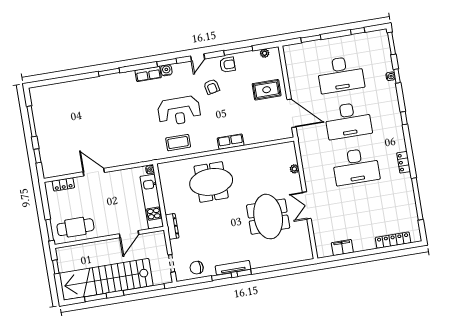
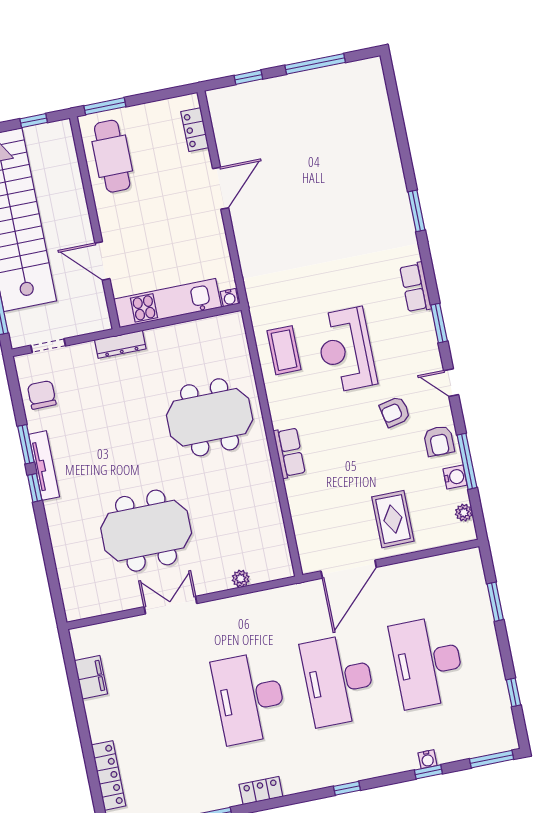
water cooler: (166, 70) -> (455, 477), moved
meeting table: (211, 182) -> (210, 417), turned 90

